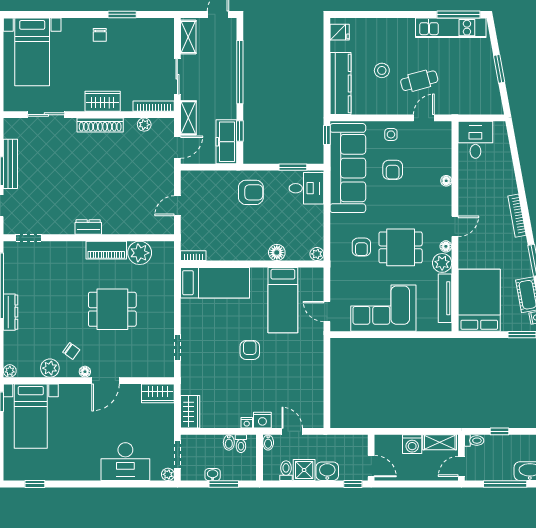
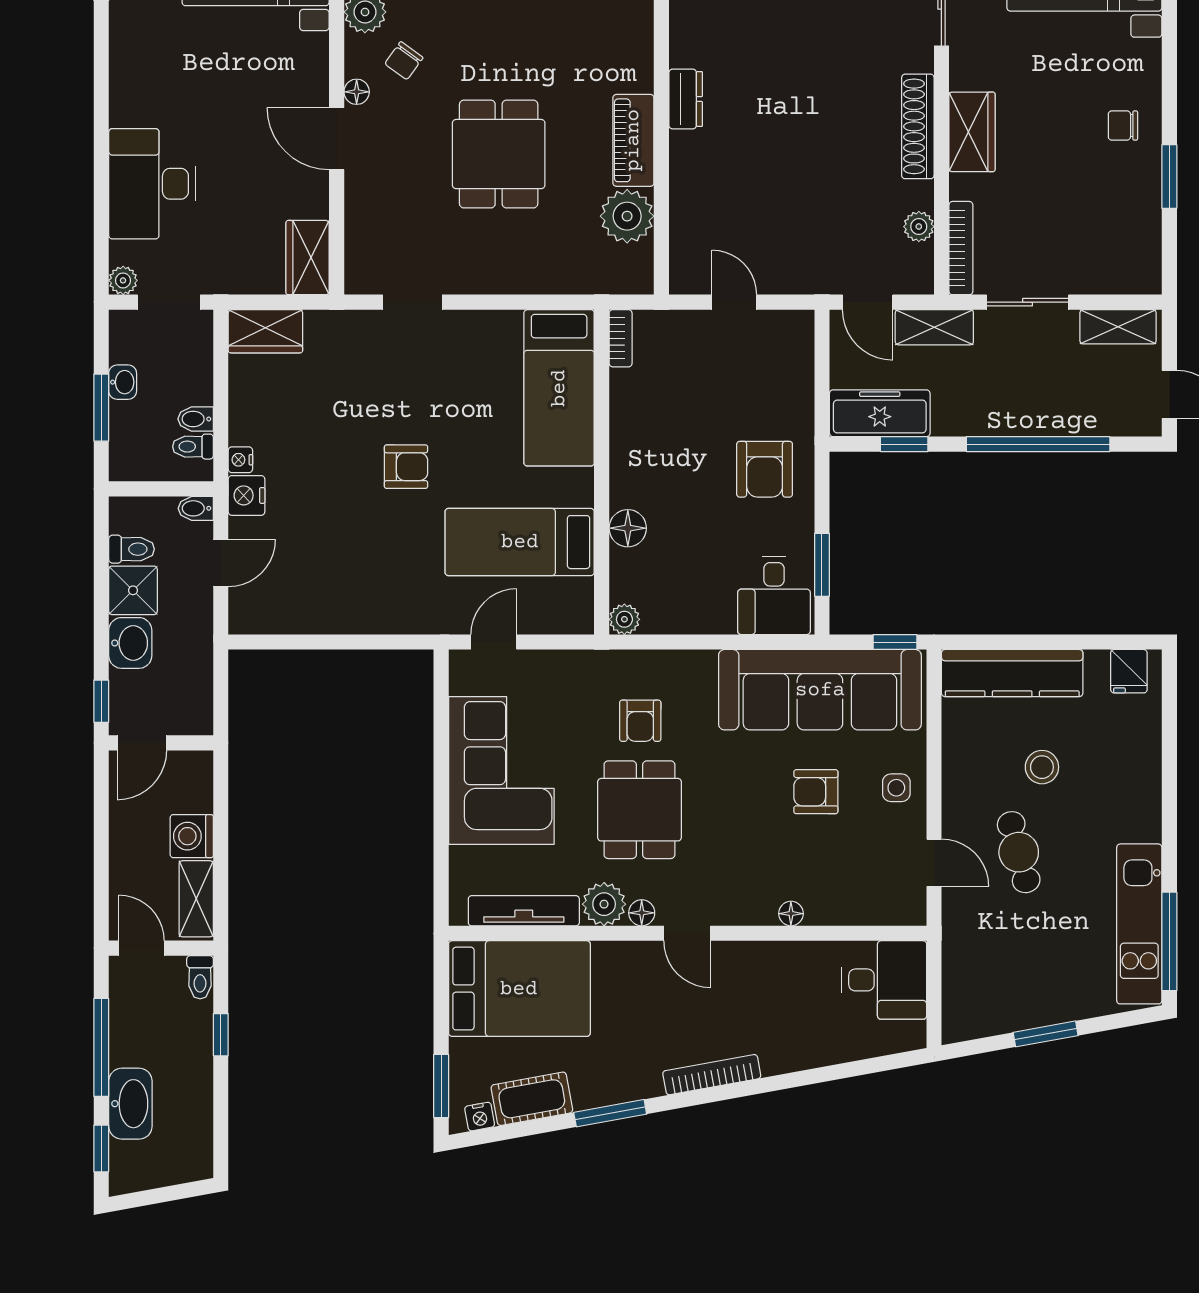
armchair: (361, 247) -> (640, 721), turned -90

